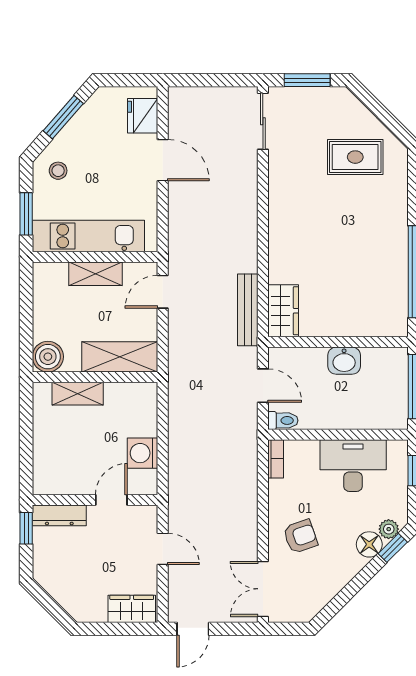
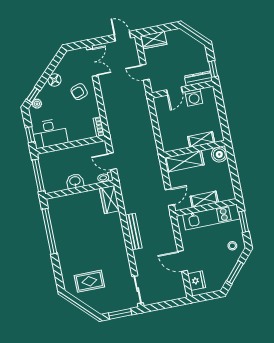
bench: (248, 310) -> (134, 232), moved
toilet: (283, 420) -> (105, 177), moved
washing machine: (142, 453) -> (194, 97), moved, turned 90
desk: (353, 466) -> (50, 133), moved
floor lamp: (369, 544) -> (55, 80), moved
door: (193, 629) -> (122, 36), hinge flipped

